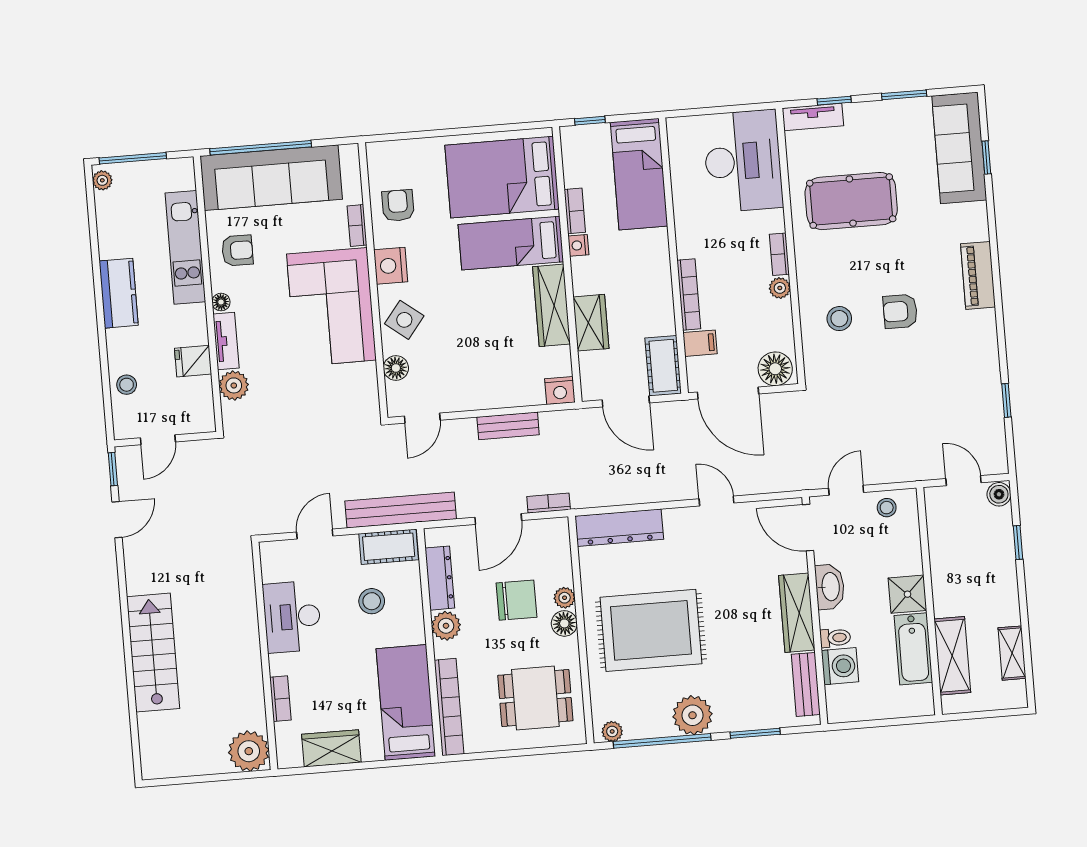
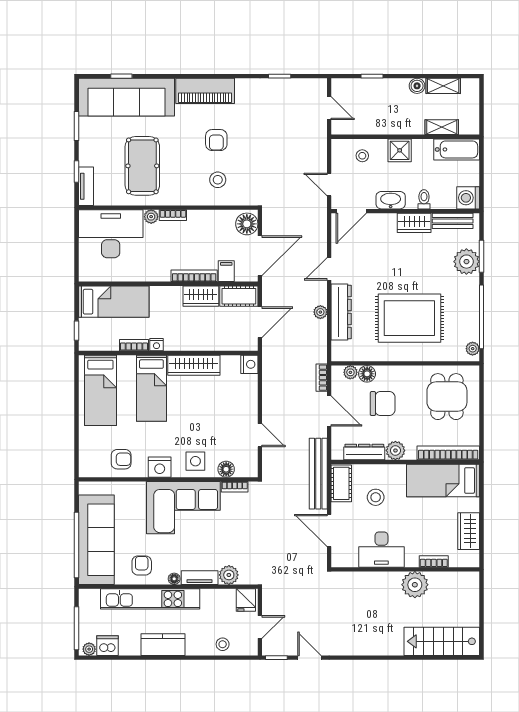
sofa: (959, 148) -> (126, 97), width x1.36, depth x1.27
bed: (502, 177) -> (100, 390), width x0.67
armchair: (398, 206) -> (121, 459), turned 180
dishwasher: (110, 208) -> (108, 646), added
bookcase: (357, 226) -> (235, 487), moved
kitchen unit: (185, 247) -> (150, 599), width x1.36
piano: (978, 275) -> (205, 91), width x1.37, depth x1.33
plant: (780, 288) -> (151, 217), moved
side table: (404, 320) -> (195, 461), turned -38
wardrobe: (591, 323) -> (201, 296), moved, turned 180
fridge: (193, 361) -> (246, 600), moved
door: (422, 418) -> (260, 435), moved
bench: (508, 426) -> (269, 400), removed
door: (158, 440) -> (260, 627), hinge flipped
door: (964, 481) -> (329, 108), swing flipped
plant: (649, 493) -> (320, 312), added
boiler: (999, 494) -> (417, 86), moved
stool: (887, 508) -> (362, 156), moved
dresser: (619, 528) -> (341, 312), moved
door: (315, 534) -> (329, 530), width x1.38
plant: (565, 598) -> (350, 372), moved
chair: (516, 600) -> (383, 404), turned 90
wardrobe: (797, 613) -> (414, 223), width x0.67
floor lamp: (564, 623) -> (367, 374), moved
rug: (651, 630) -> (409, 318), turned 90
bathtub: (913, 649) -> (457, 149), moved
stairs: (153, 653) -> (442, 641), moved
shelving: (952, 656) -> (442, 127), width x0.67, depth x0.75
washing machine: (840, 666) -> (468, 198), moved, turned -90
plant: (693, 715) -> (466, 262), moved
plant: (249, 751) -> (415, 585), moved

